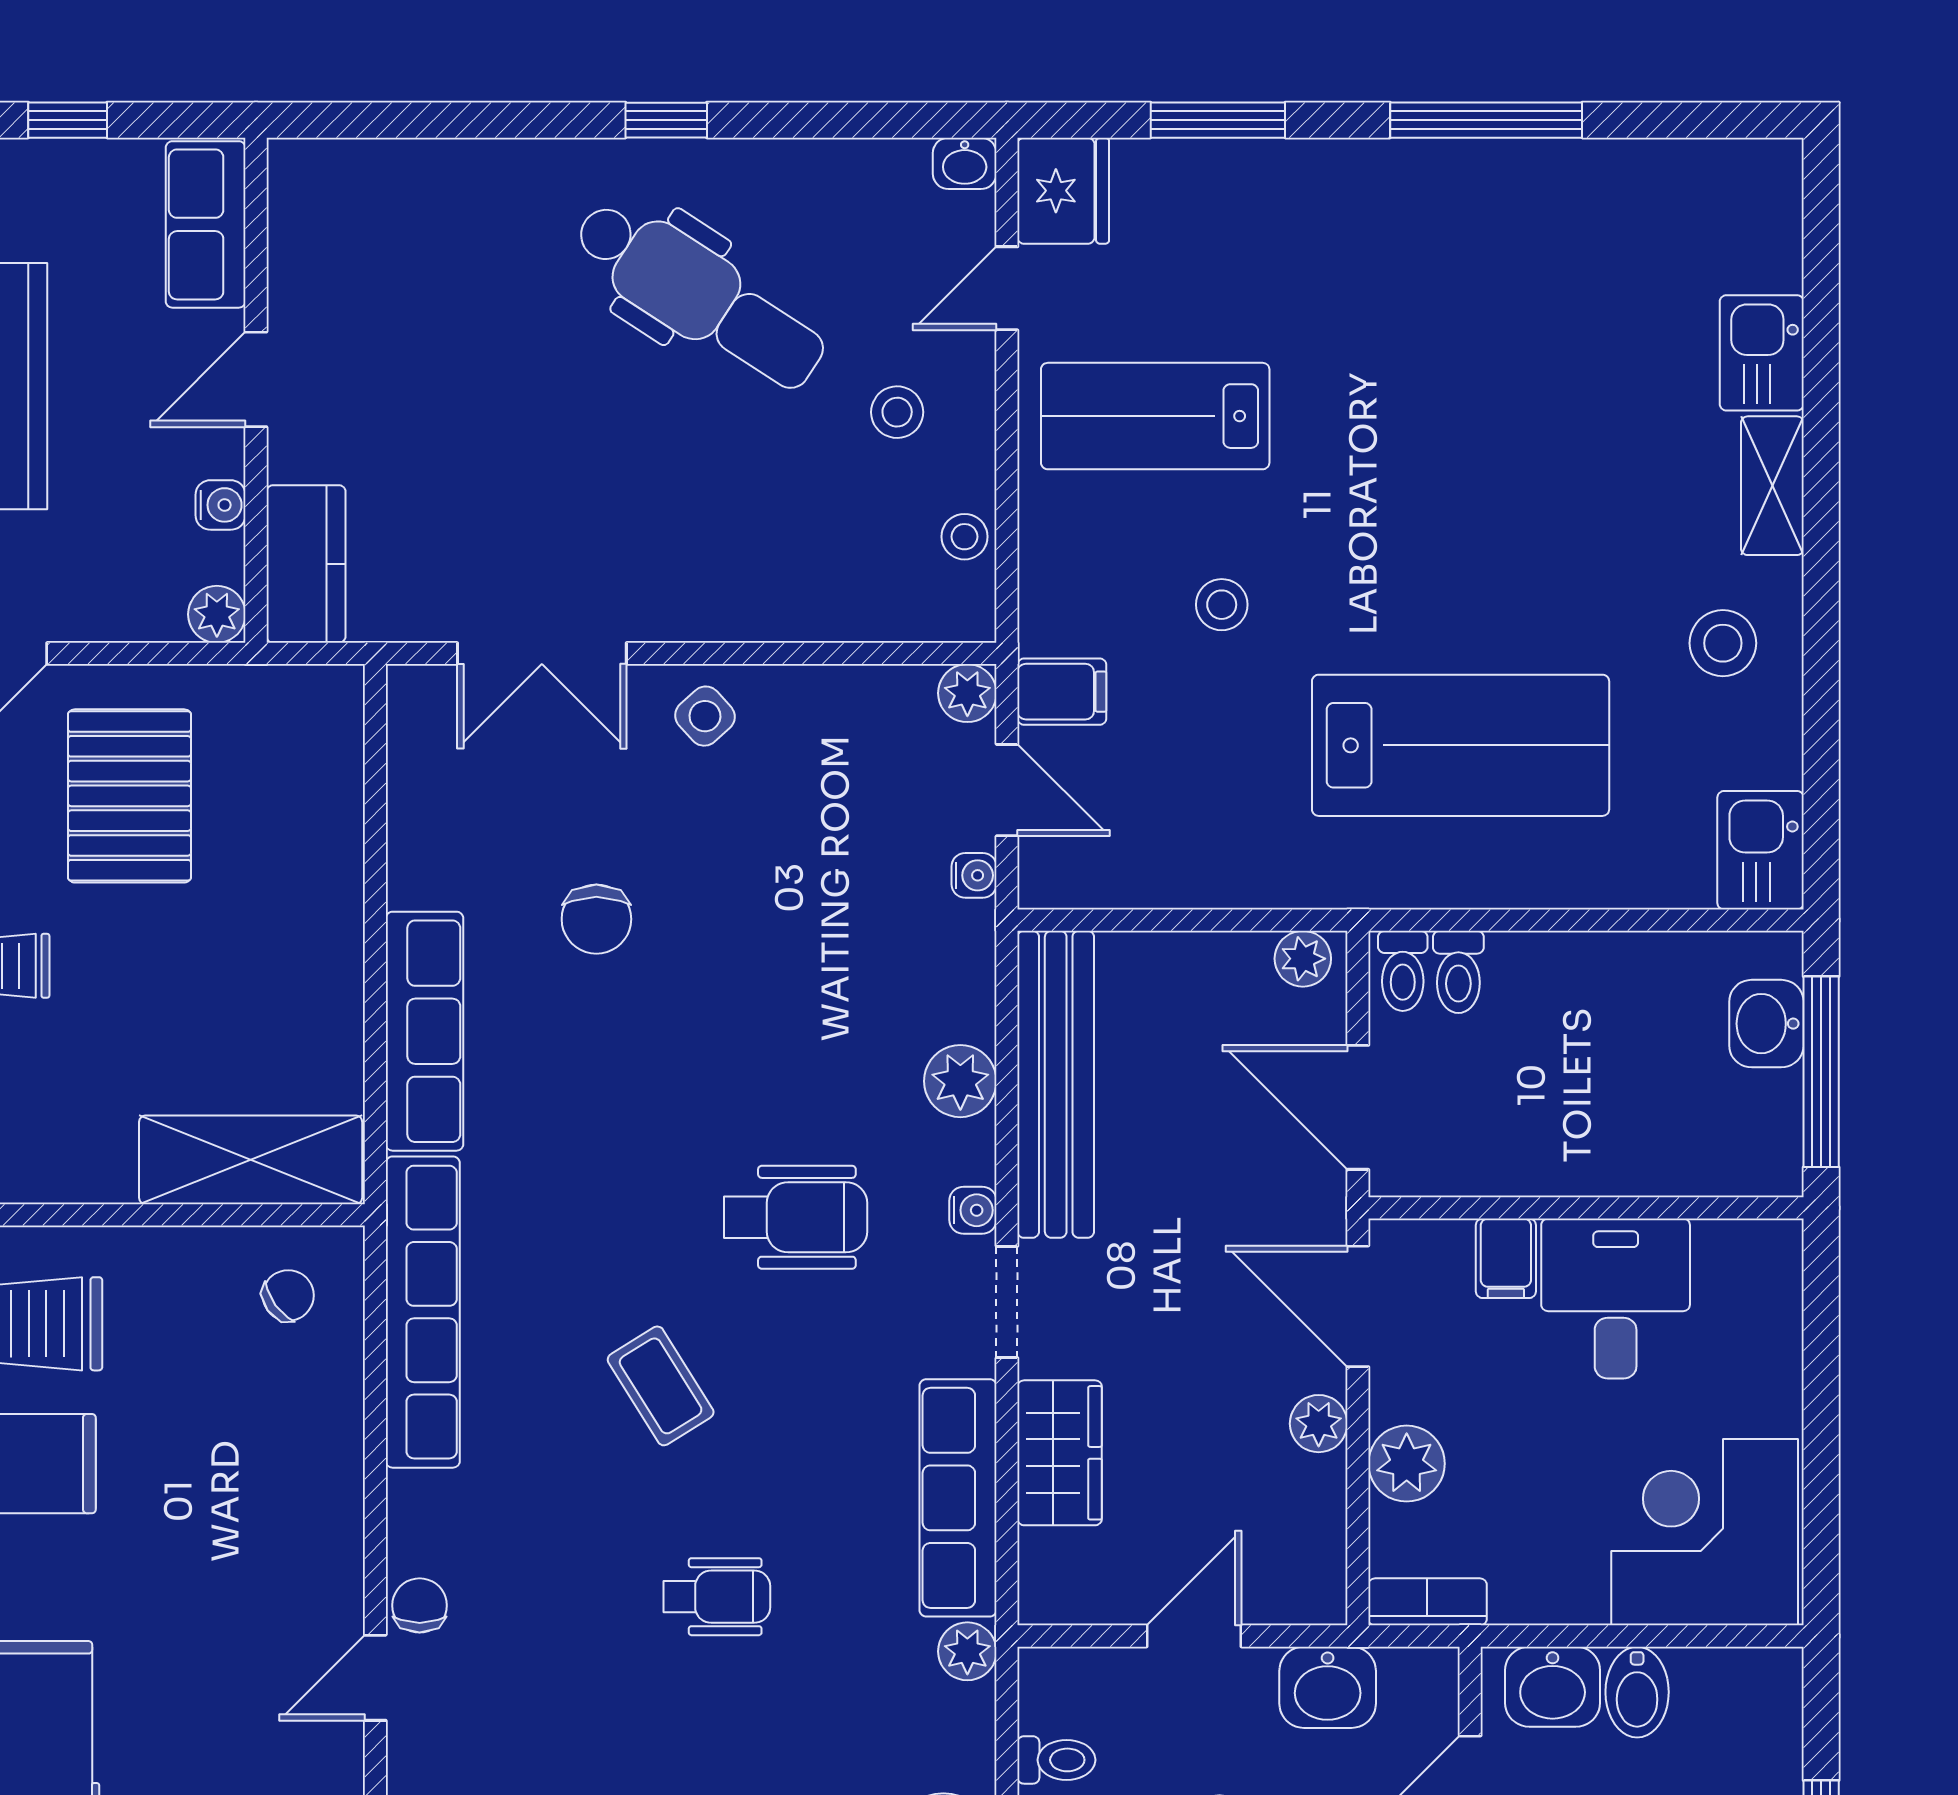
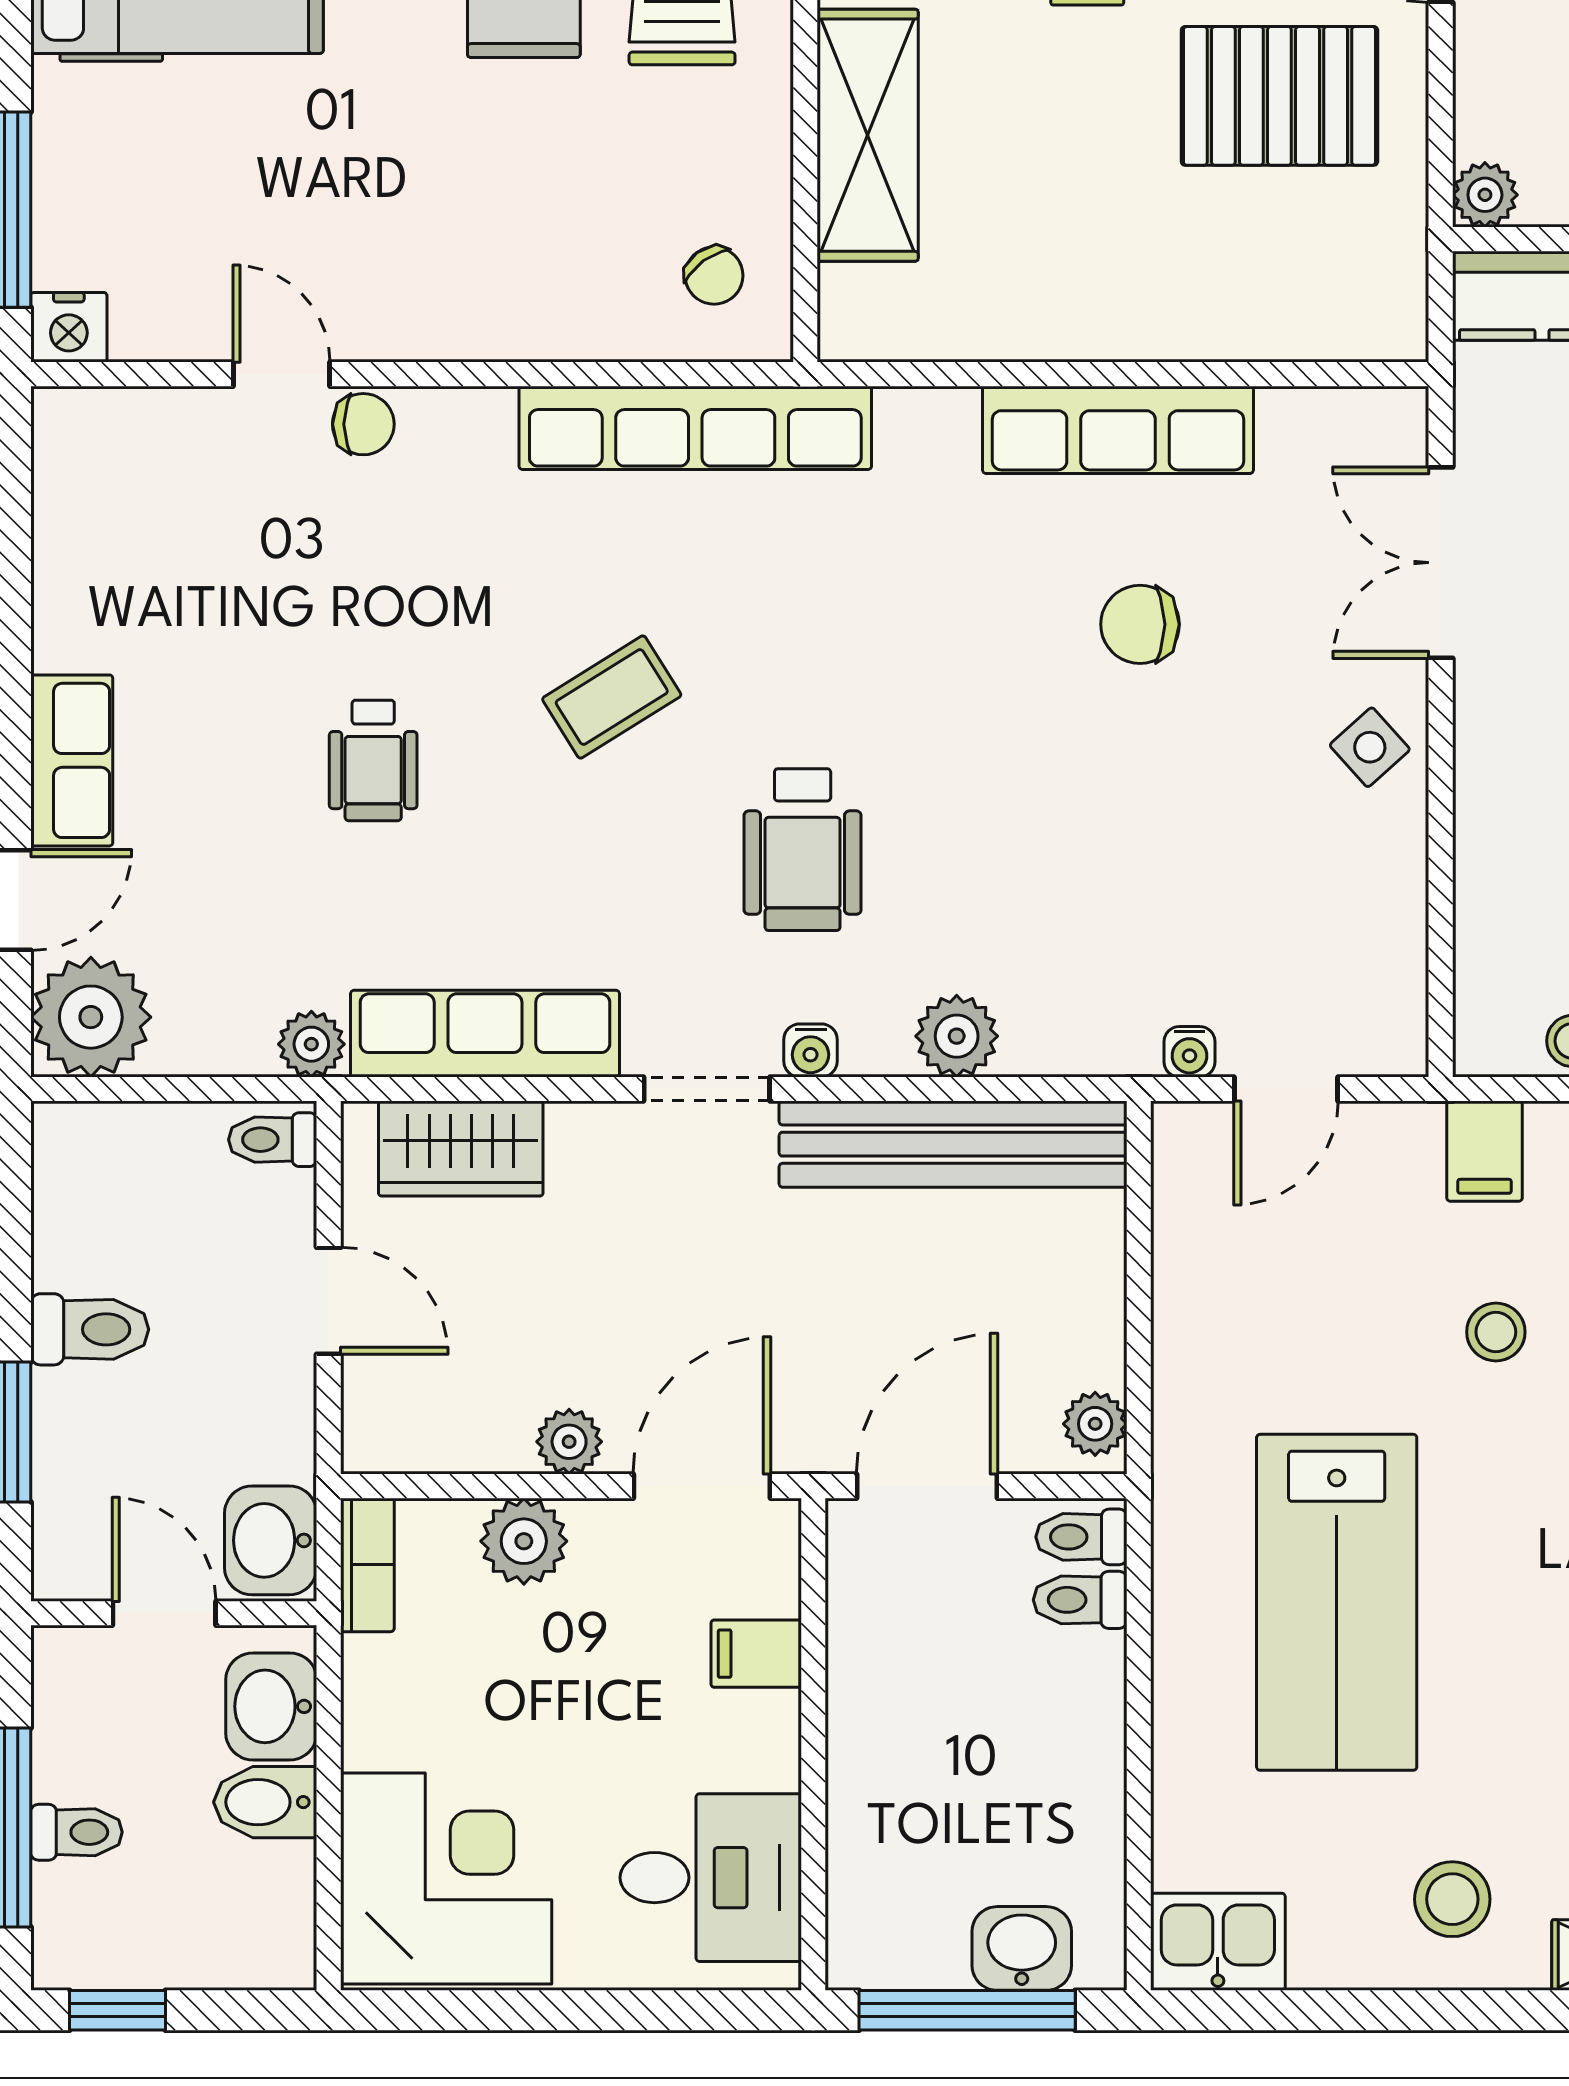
filing cabinet: (1062, 692) -> (1485, 1151), moved
plant: (967, 693) -> (1396, 1044), removed
row of seats: (425, 1031) -> (1118, 430), moved
shelving: (251, 1160) -> (868, 135), moved
desk: (1616, 1298) -> (711, 1878), moved
wardrobe: (1060, 1453) -> (461, 1149), moved
washbasin: (1328, 1687) -> (271, 1540), moved
toilet: (1056, 1760) -> (273, 1140), moved, turned 90

